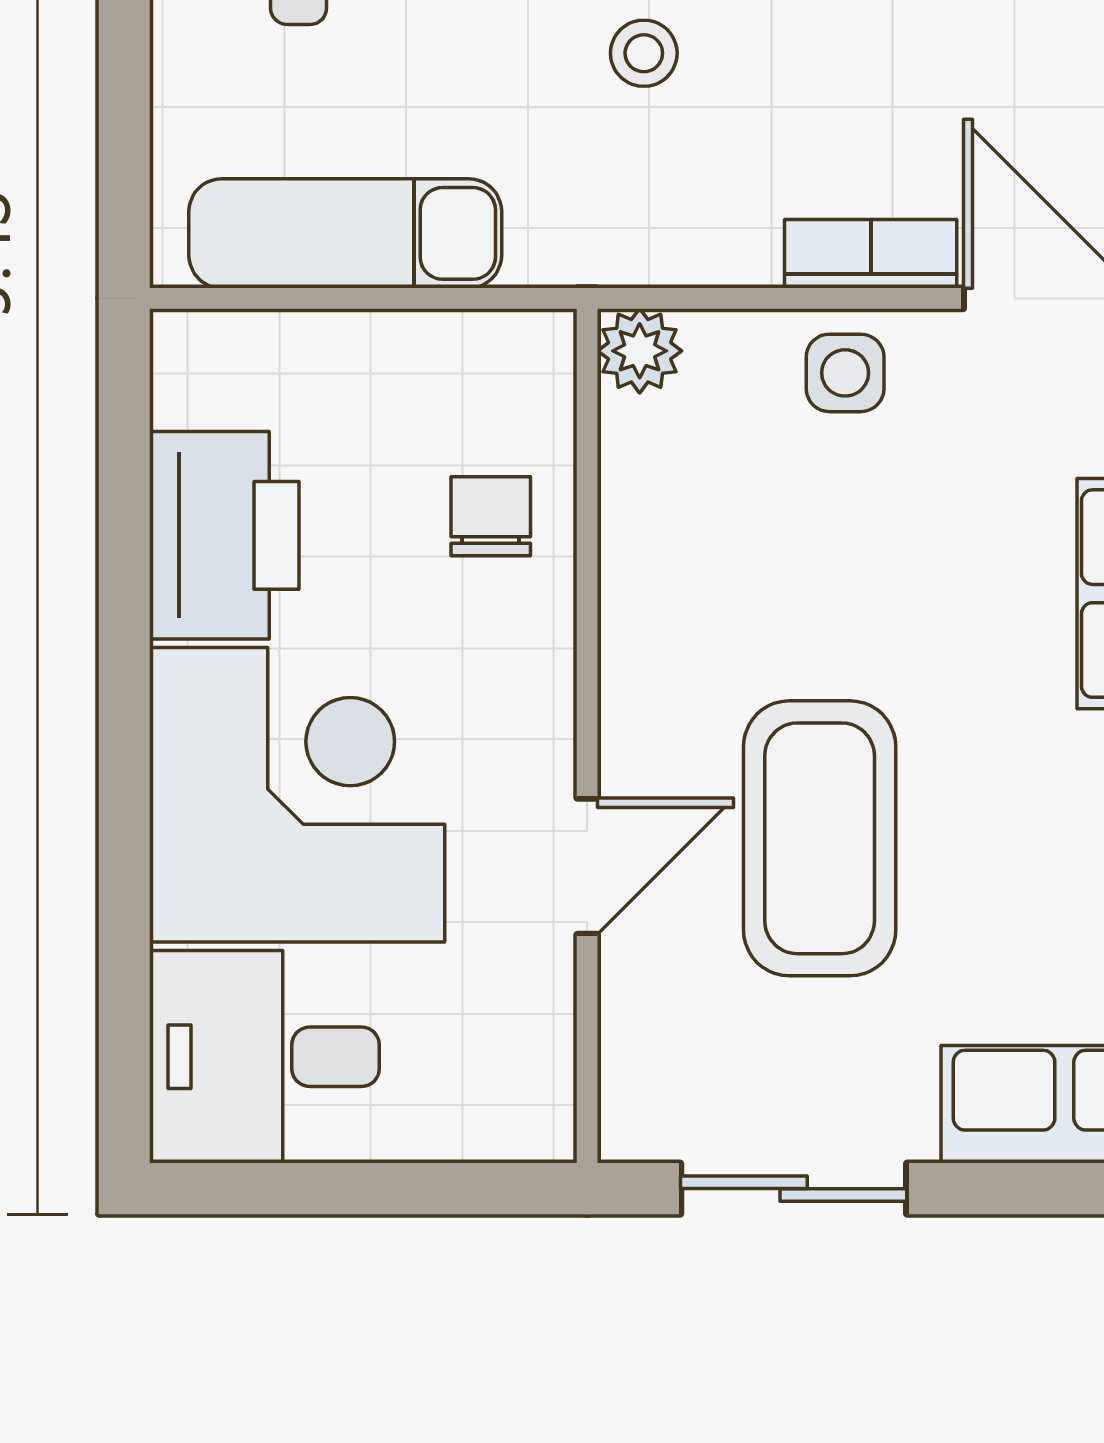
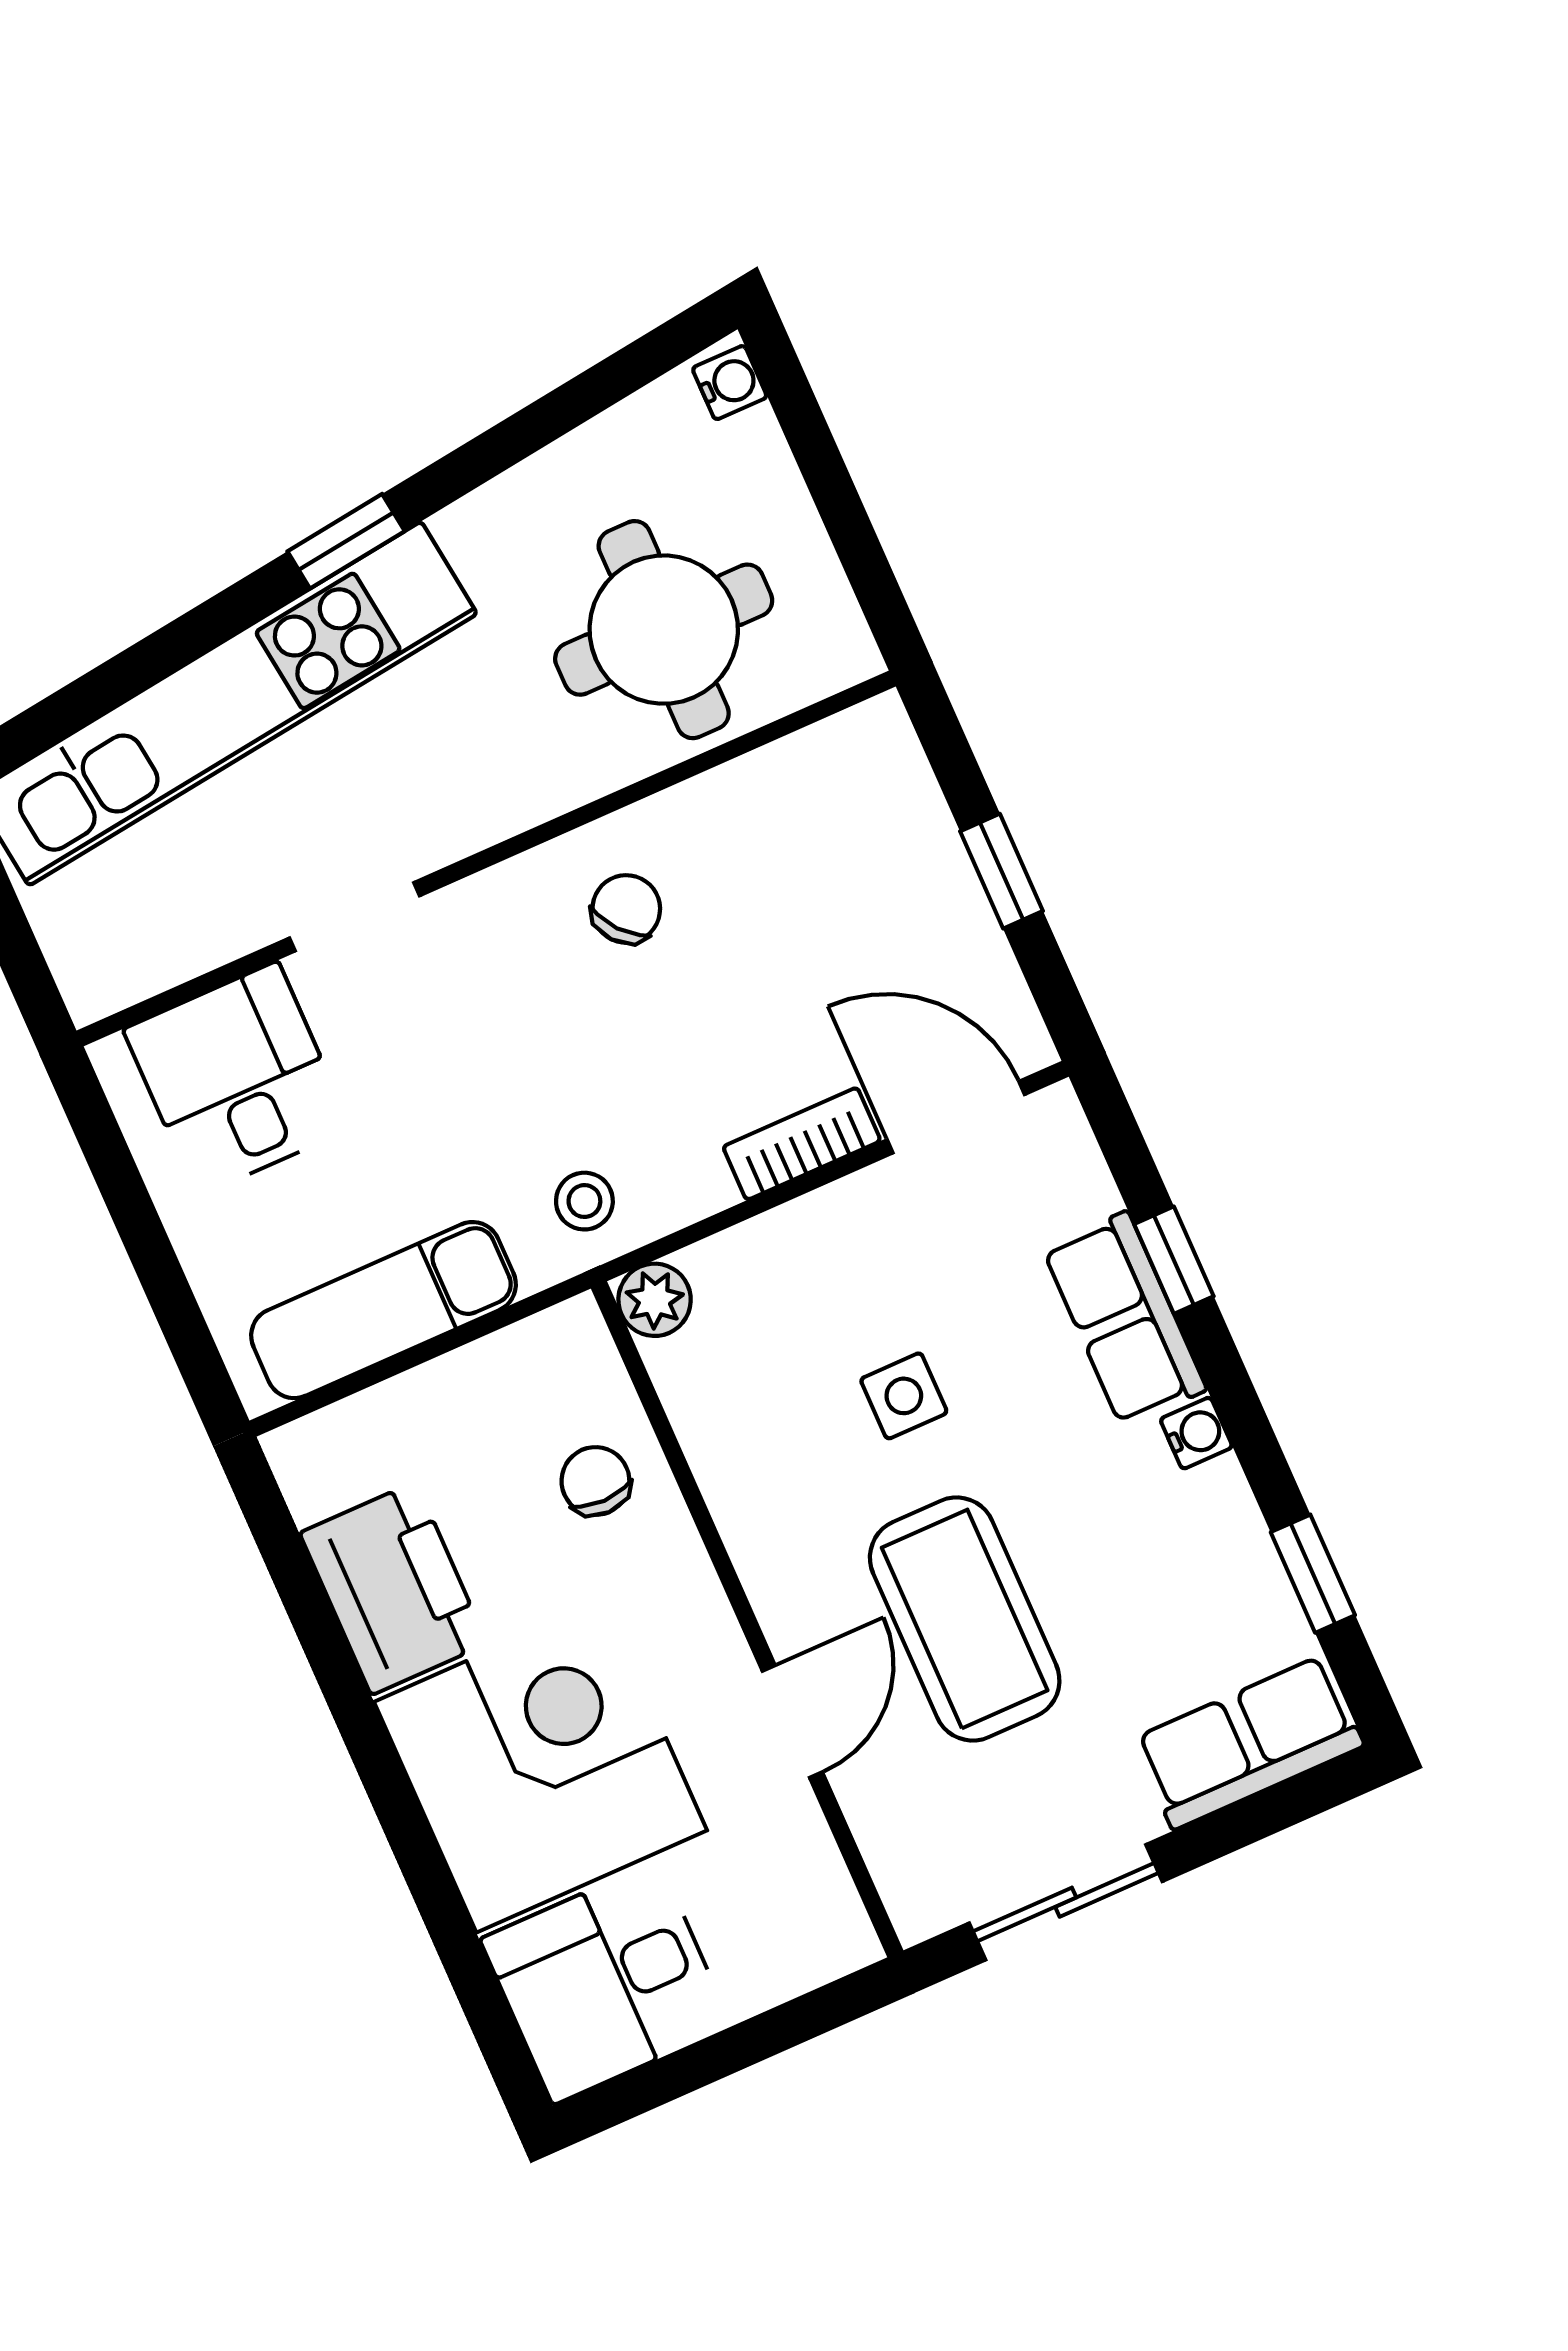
stool: (644, 53) -> (584, 1201), moved
side table: (845, 373) -> (904, 1396), moved

